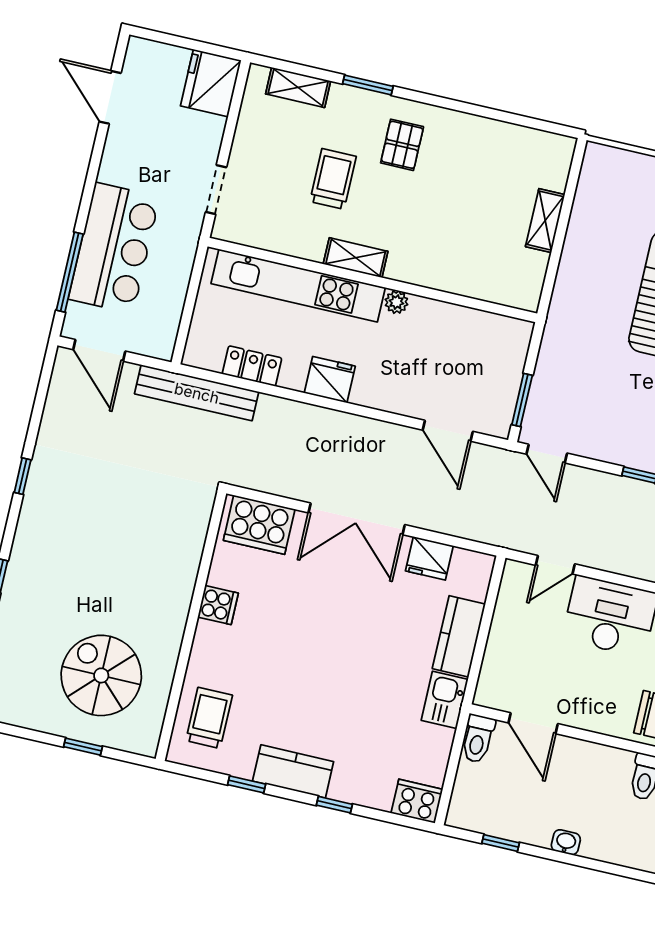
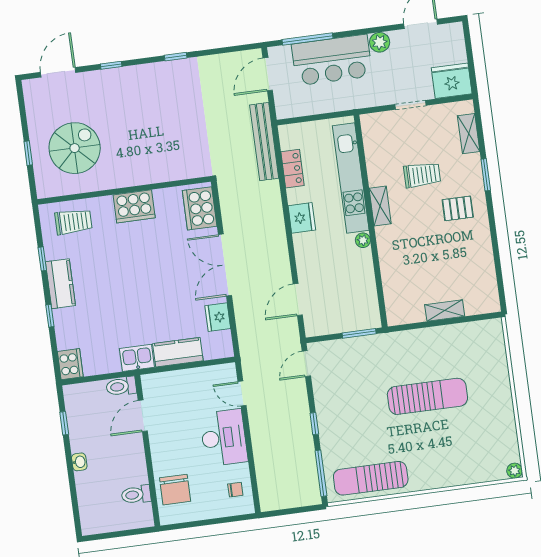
plant: (114, 168) -> (380, 42), added
doorway: (216, 190) -> (410, 105), moved
window: (522, 400) -> (359, 333), moved
cooker: (218, 605) -> (134, 206), width x1.87, depth x1.31

